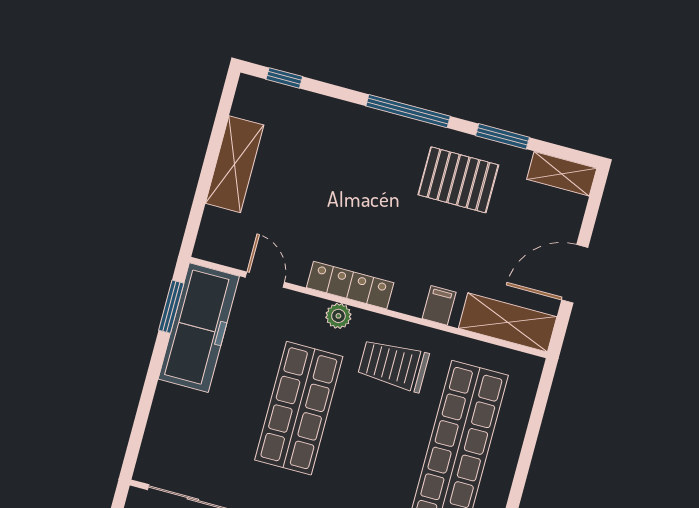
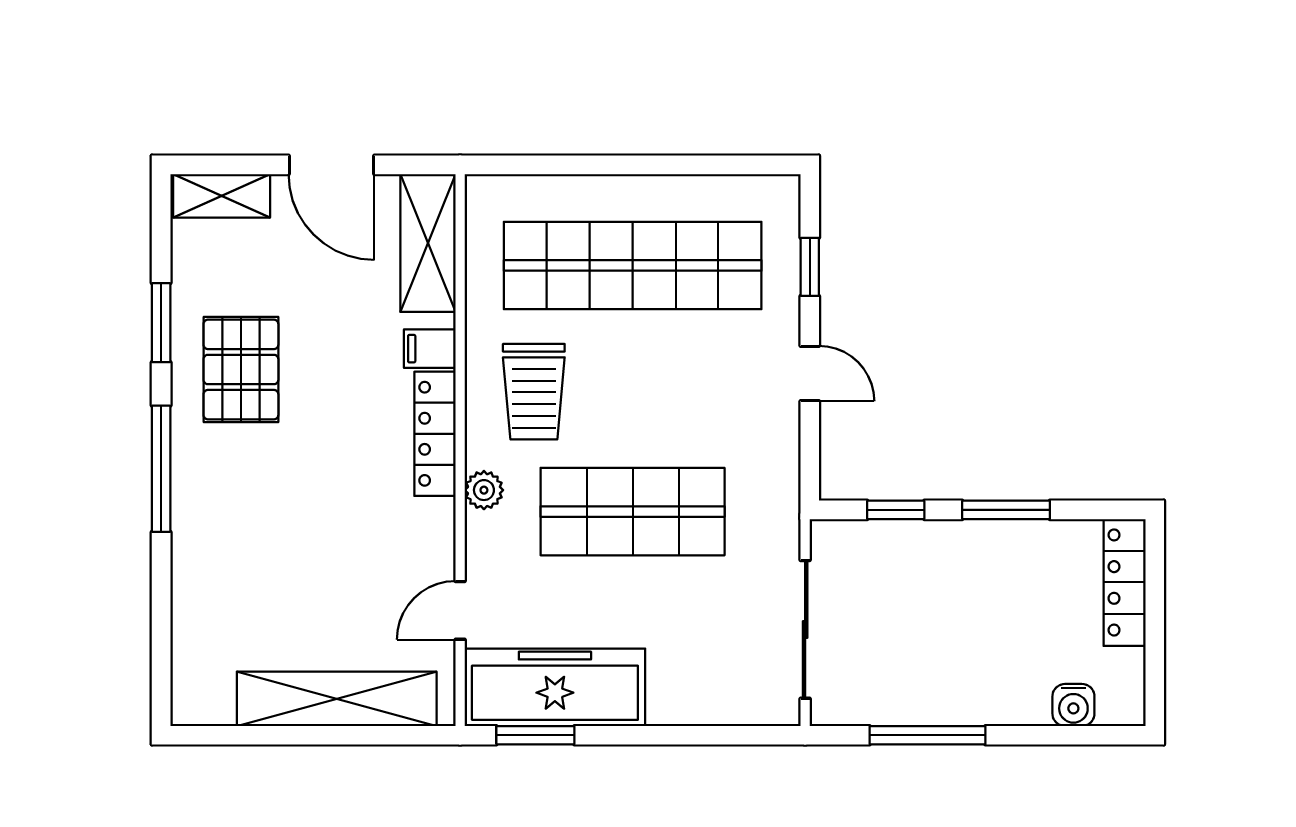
window: (284, 78) -> (161, 660), removed
shelving: (235, 164) -> (337, 699), width x1.47
shelving: (562, 174) -> (222, 196), moved, turned 90
locker: (350, 285) -> (435, 434), moved

